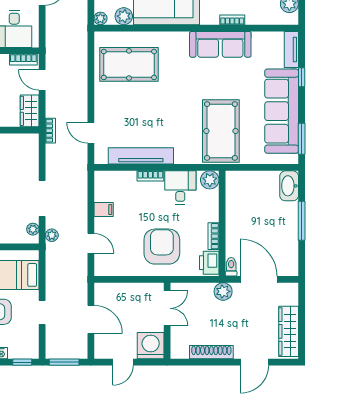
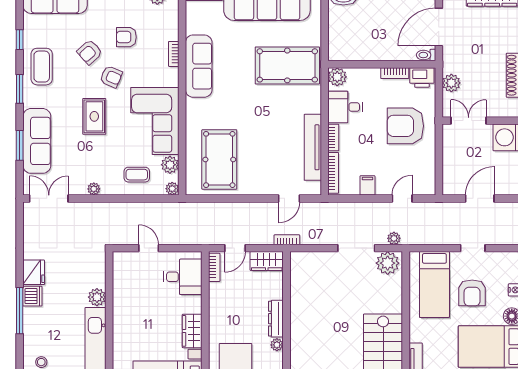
bookcase: (116, 176) -> (333, 173), added
plant: (33, 229) -> (388, 263), width x1.87, depth x1.87
plant: (223, 291) -> (451, 83), moved

